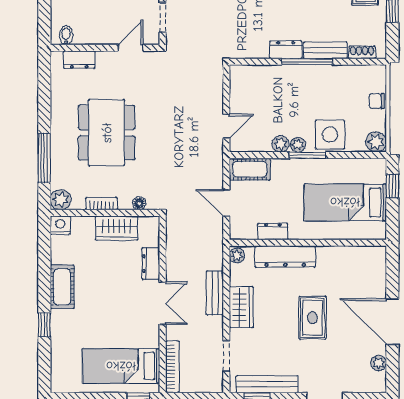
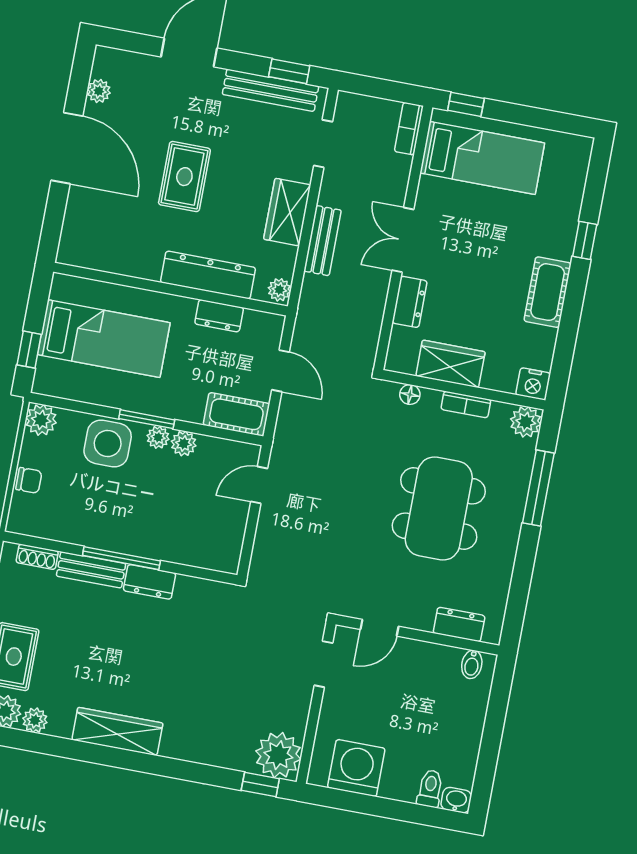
bookcase: (172, 367) -> (409, 129), width x0.64

